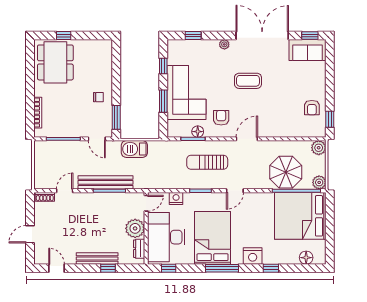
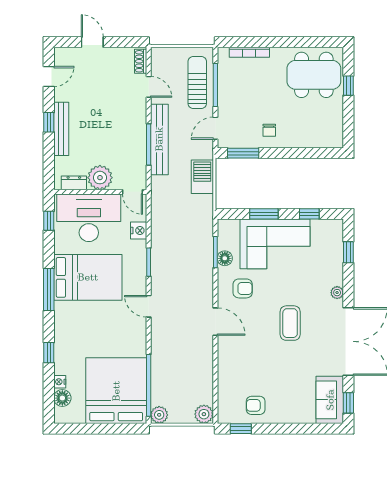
sun lounger: (207, 162) -> (197, 82), moved
parasol: (286, 172) -> (172, 372), removed
nightstand: (253, 256) -> (60, 382), moved, width x0.53, depth x0.56
window: (108, 268) -> (49, 122), moved

